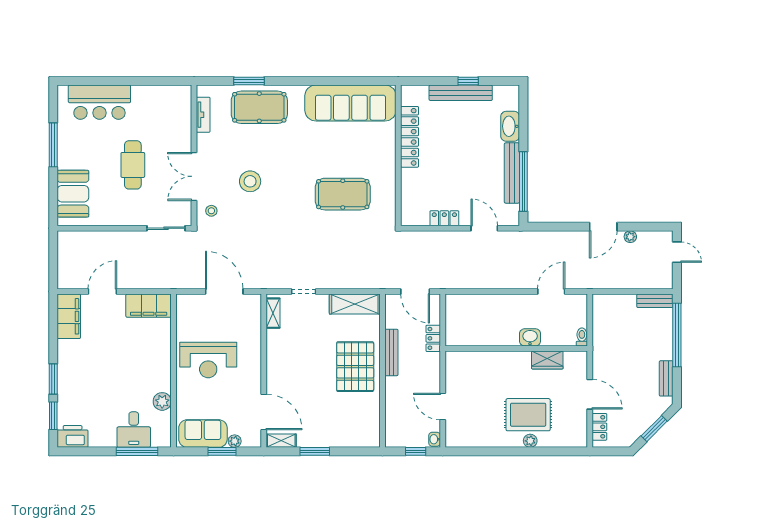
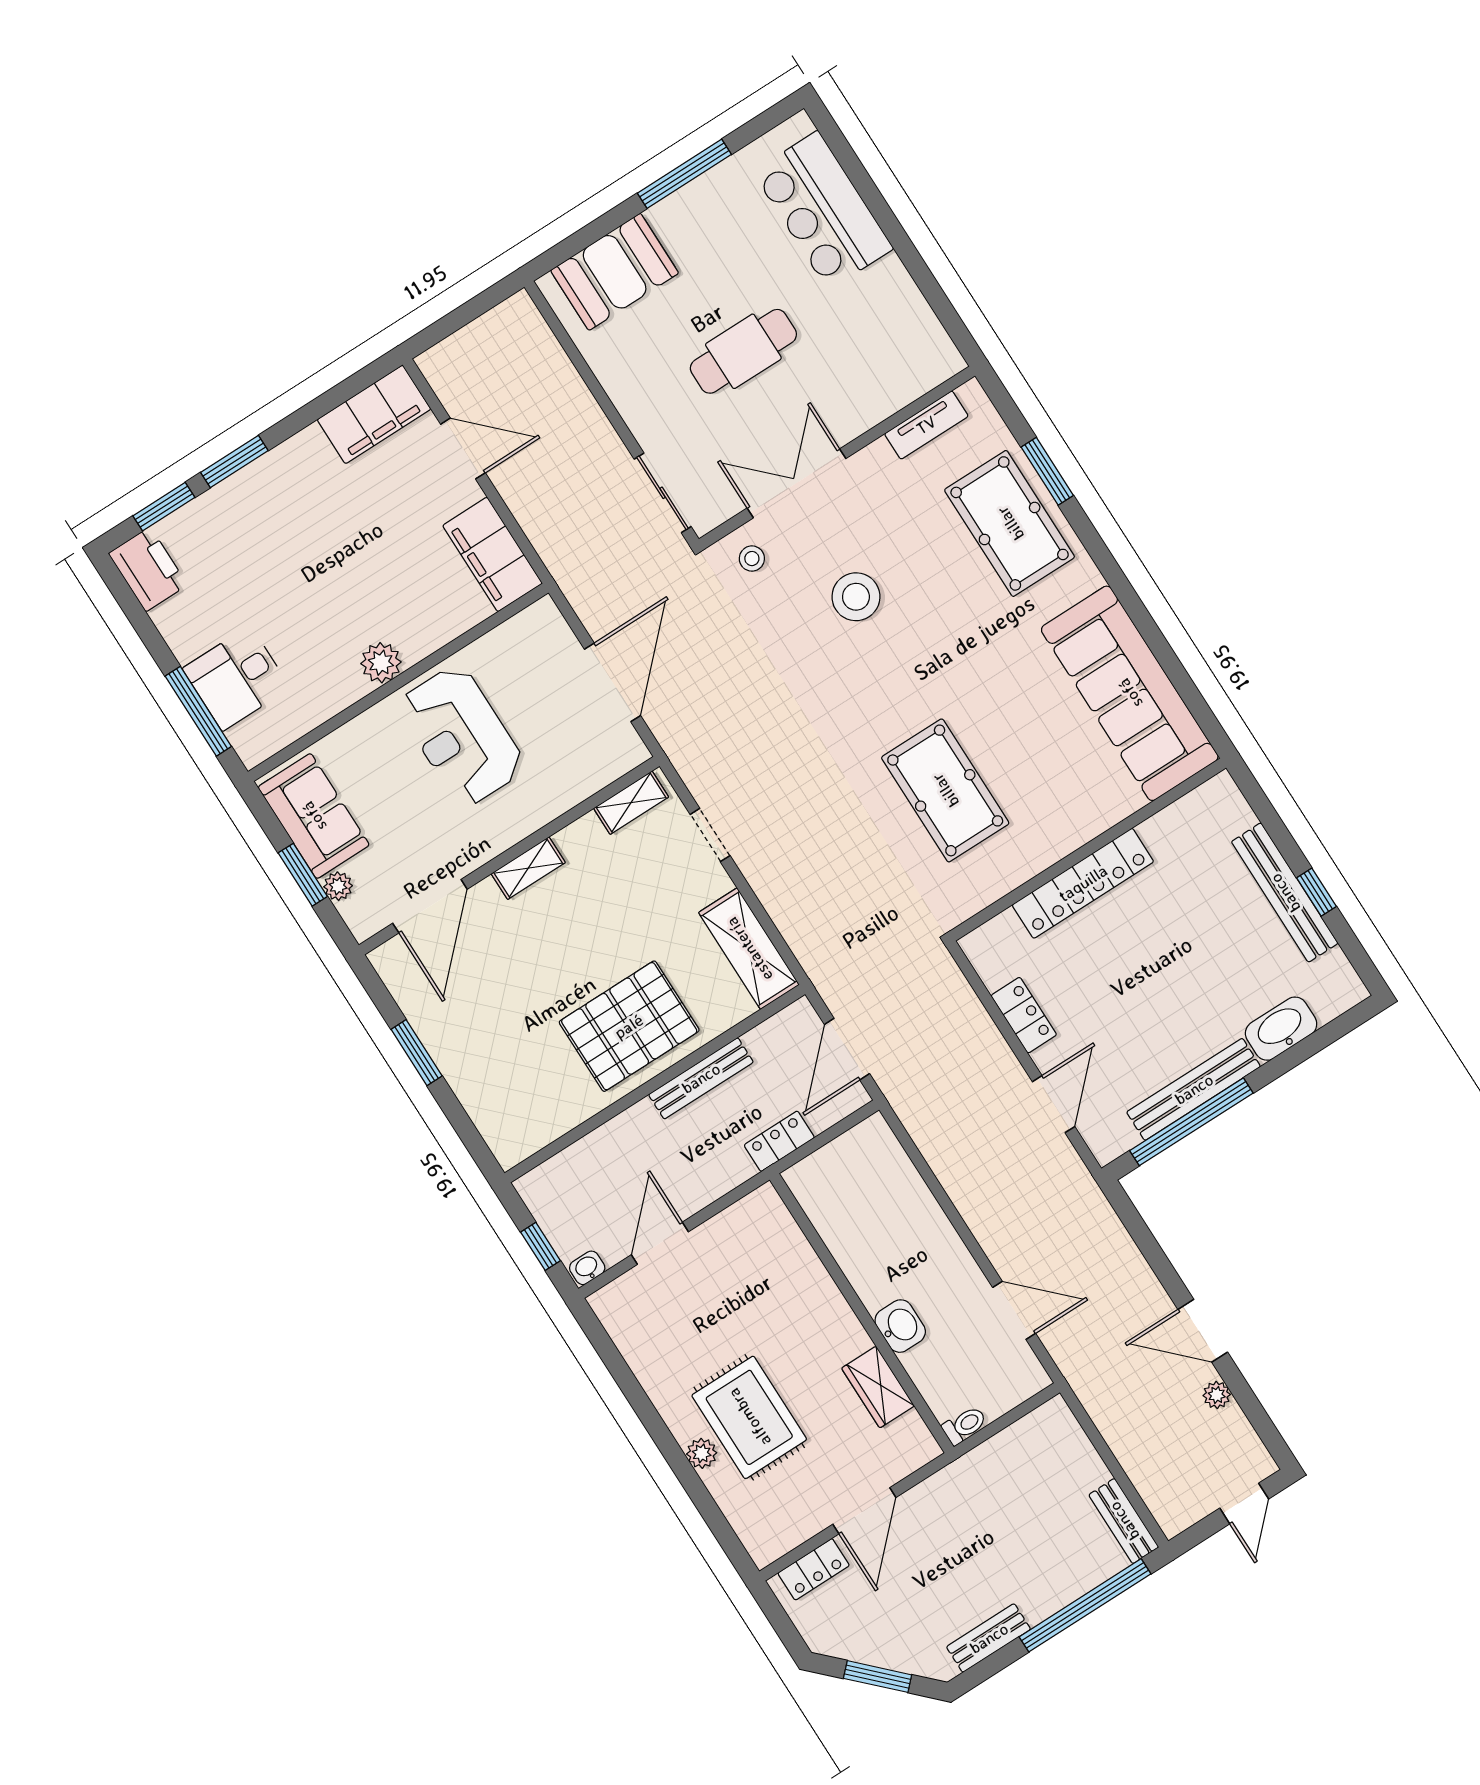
locker: (410, 137) -> (1083, 883), moved
plant: (162, 401) -> (381, 663), moved
shelving: (281, 441) -> (528, 868), moved, turned 90

